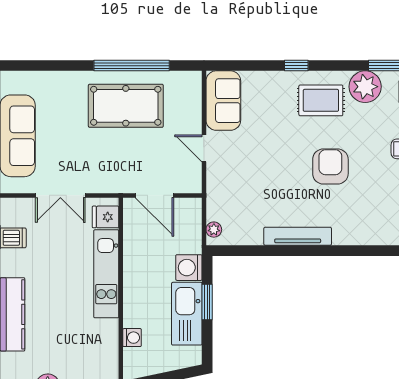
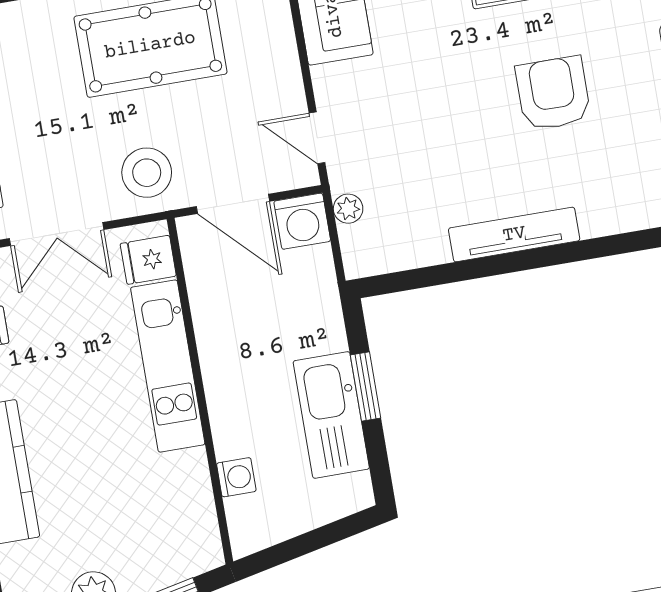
door: (204, 148) -> (317, 138), moved
stool: (113, 172) -> (147, 173), added
plant: (214, 230) -> (348, 209), moved
washing machine: (189, 268) -> (302, 221), moved, turned -90

